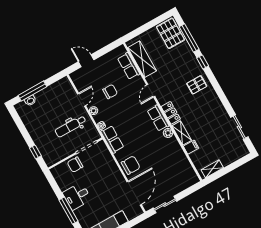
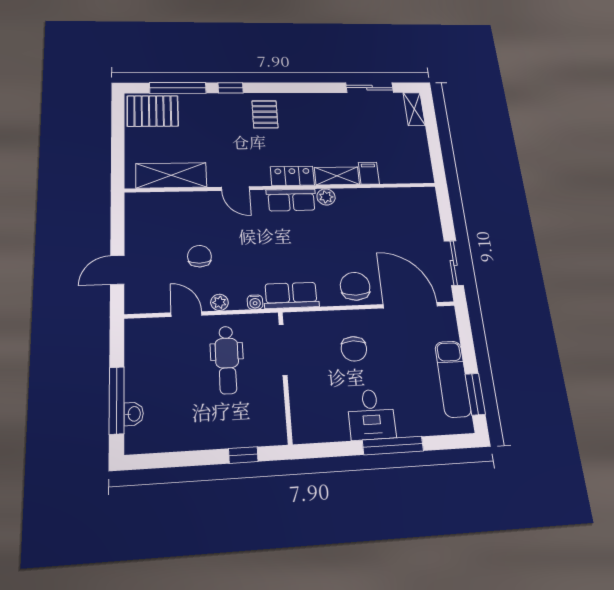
row of seats: (129, 66) -> (170, 203), removed
chair: (75, 165) -> (354, 349), moved
shelving: (212, 169) -> (414, 109), moved

